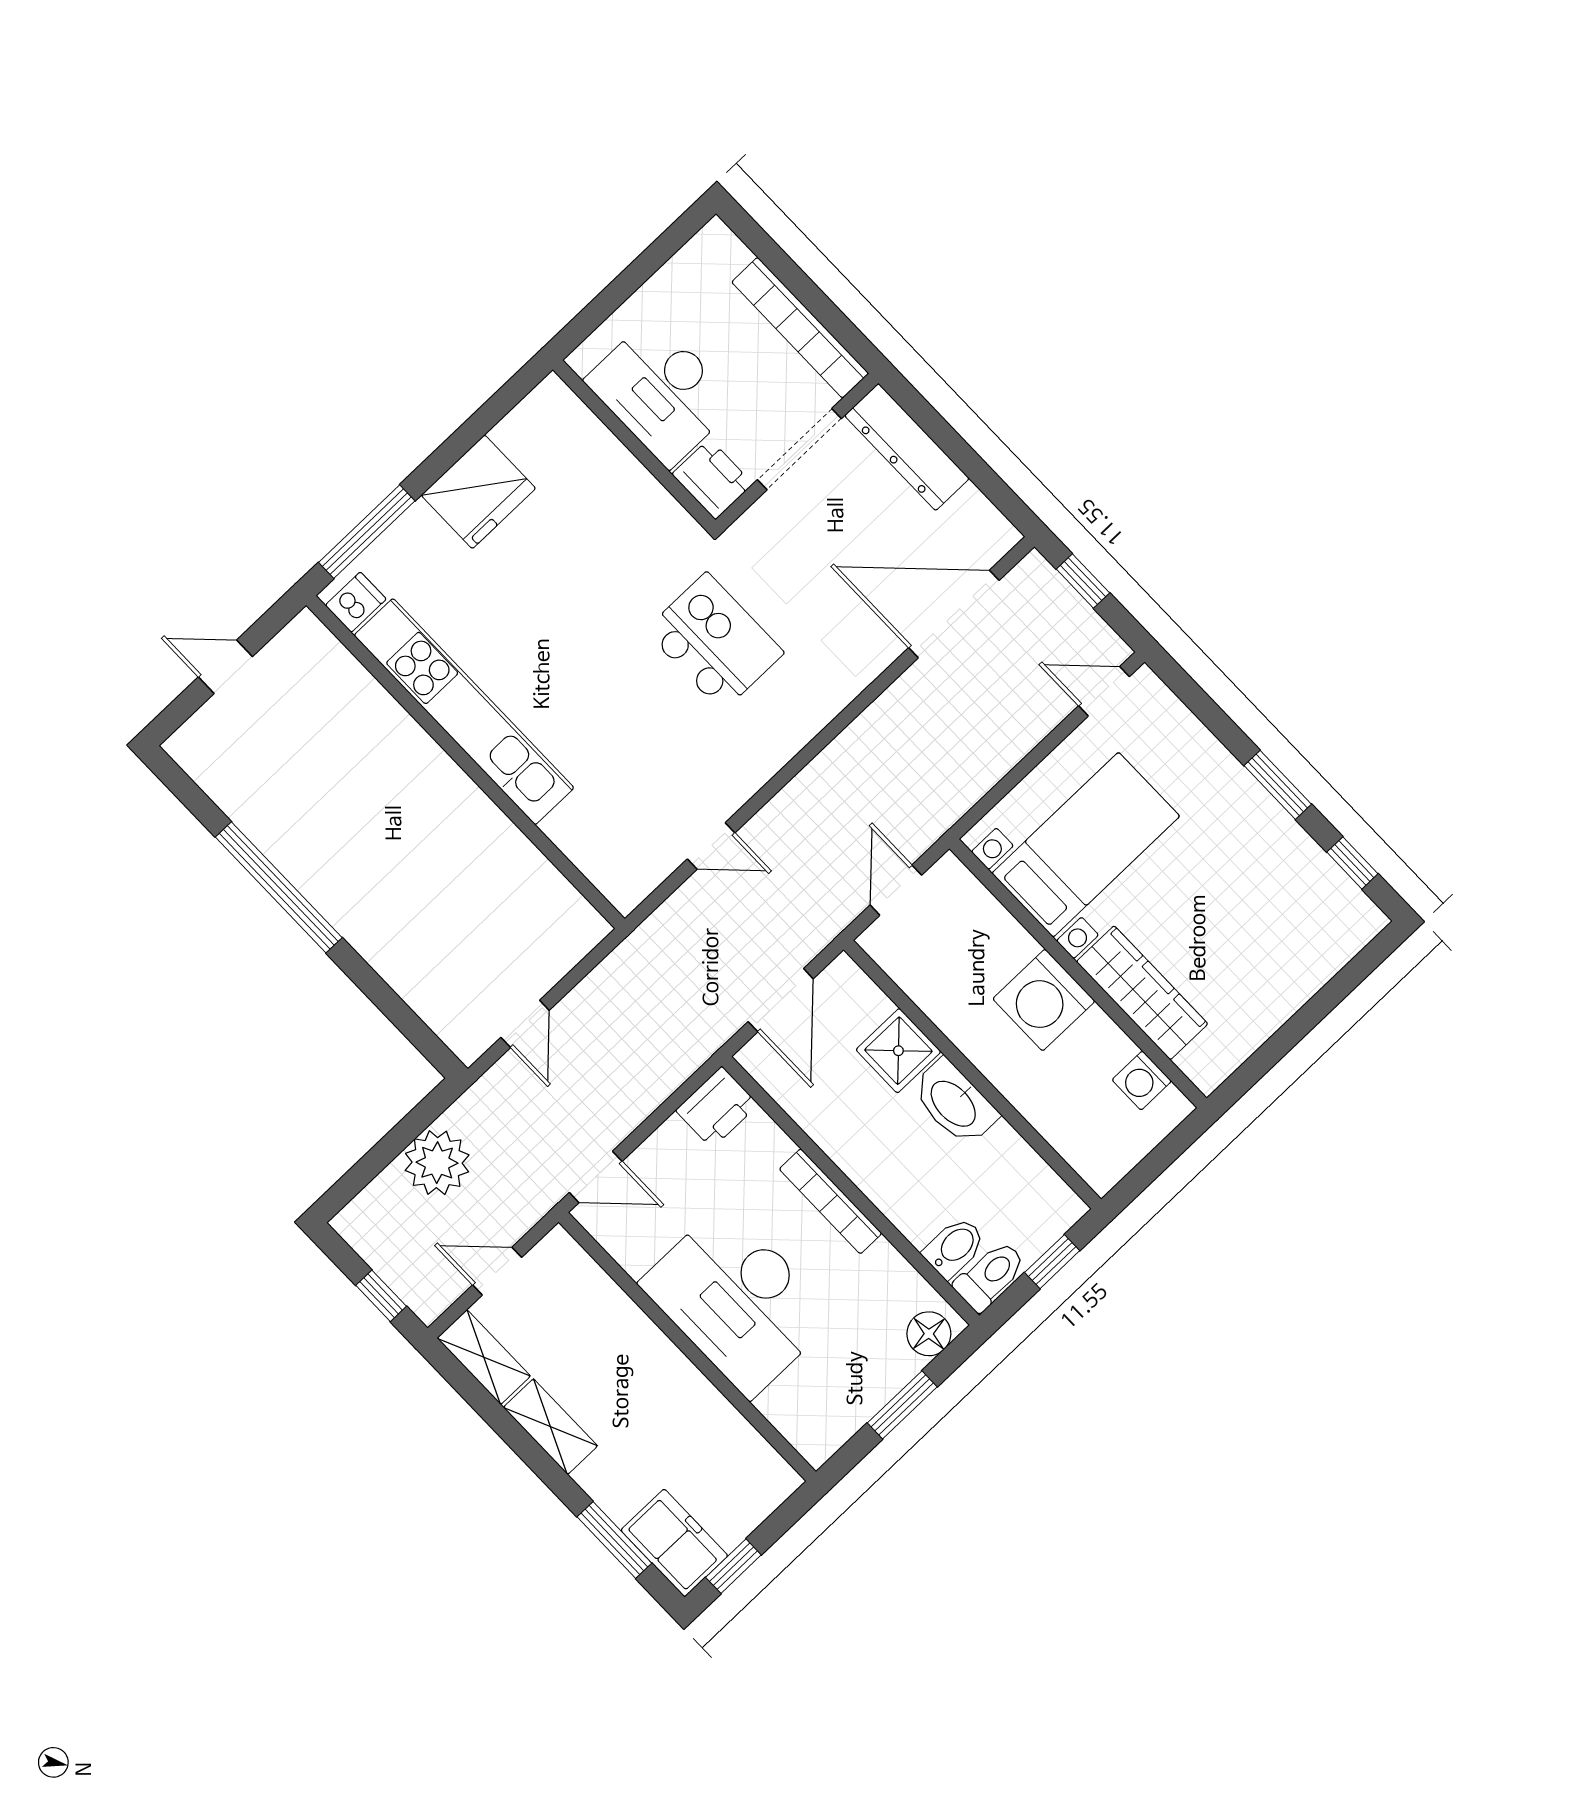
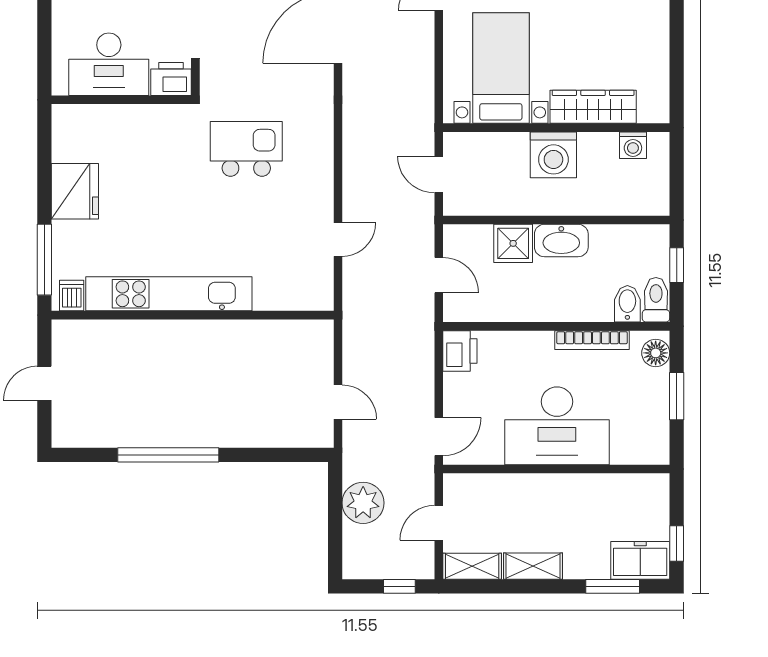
door: (781, 1000) -> (439, 275), width x0.73
bookcase: (831, 1201) -> (592, 340), moved

